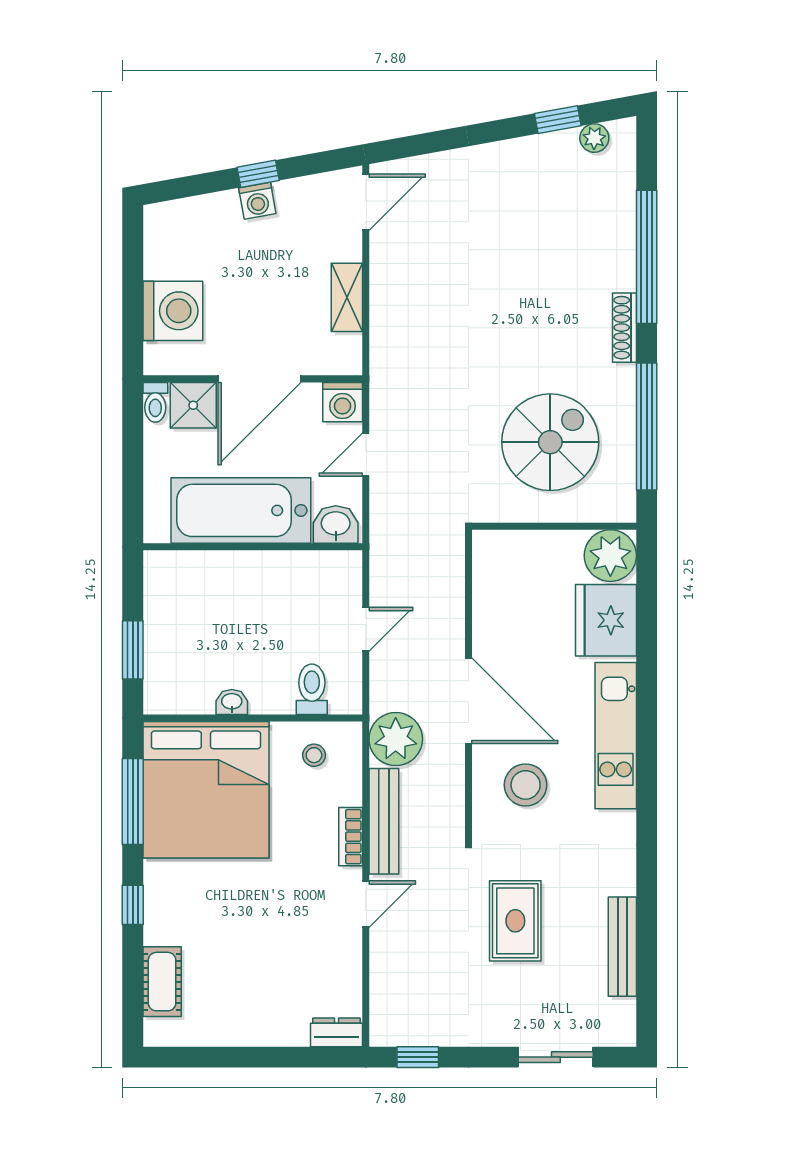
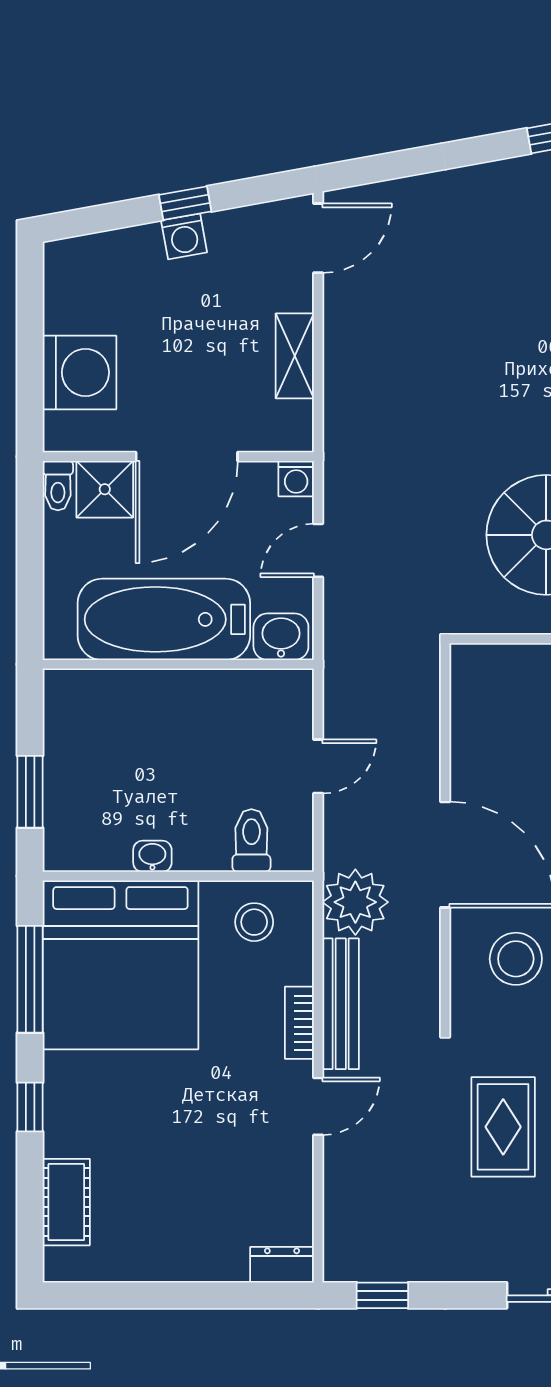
washing machine: (343, 402) -> (296, 479), width x0.73, depth x0.73
stool: (314, 755) -> (254, 922), width x1.37, depth x1.37

